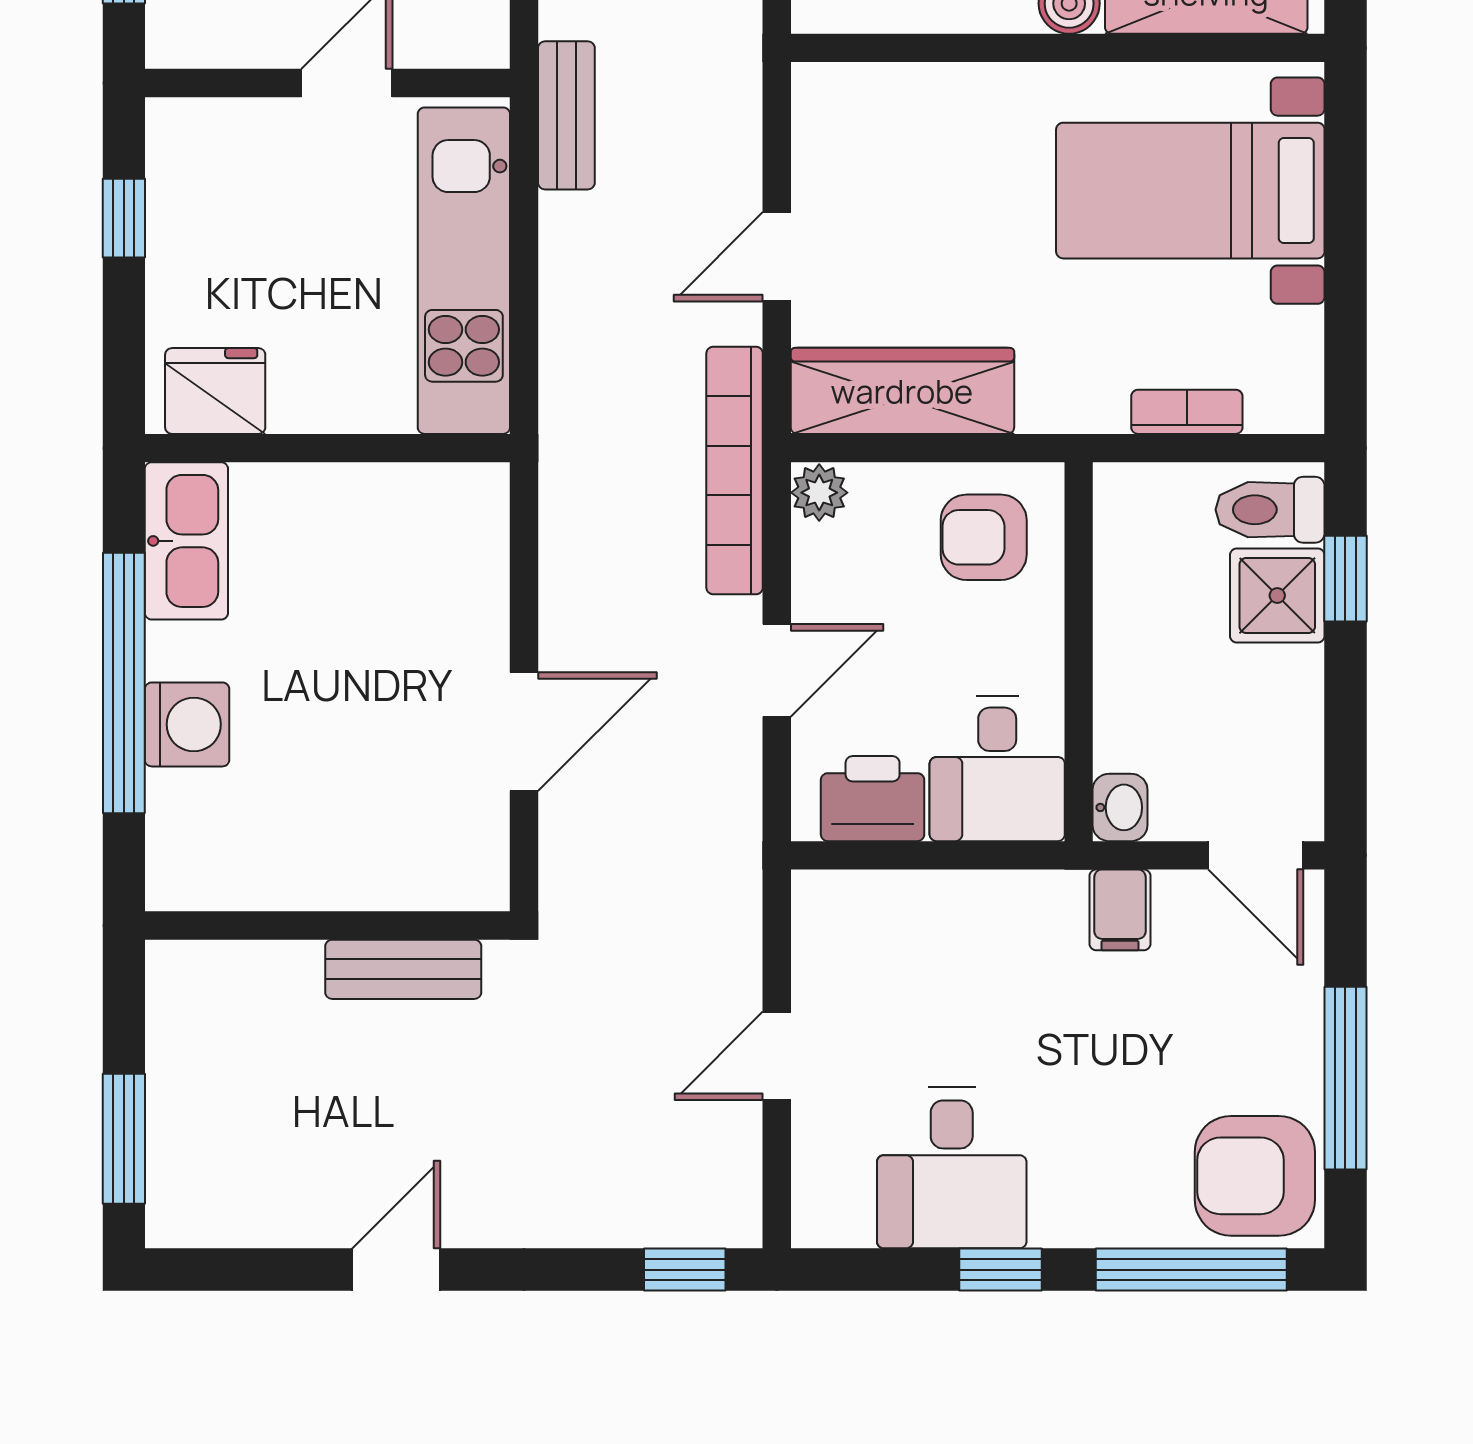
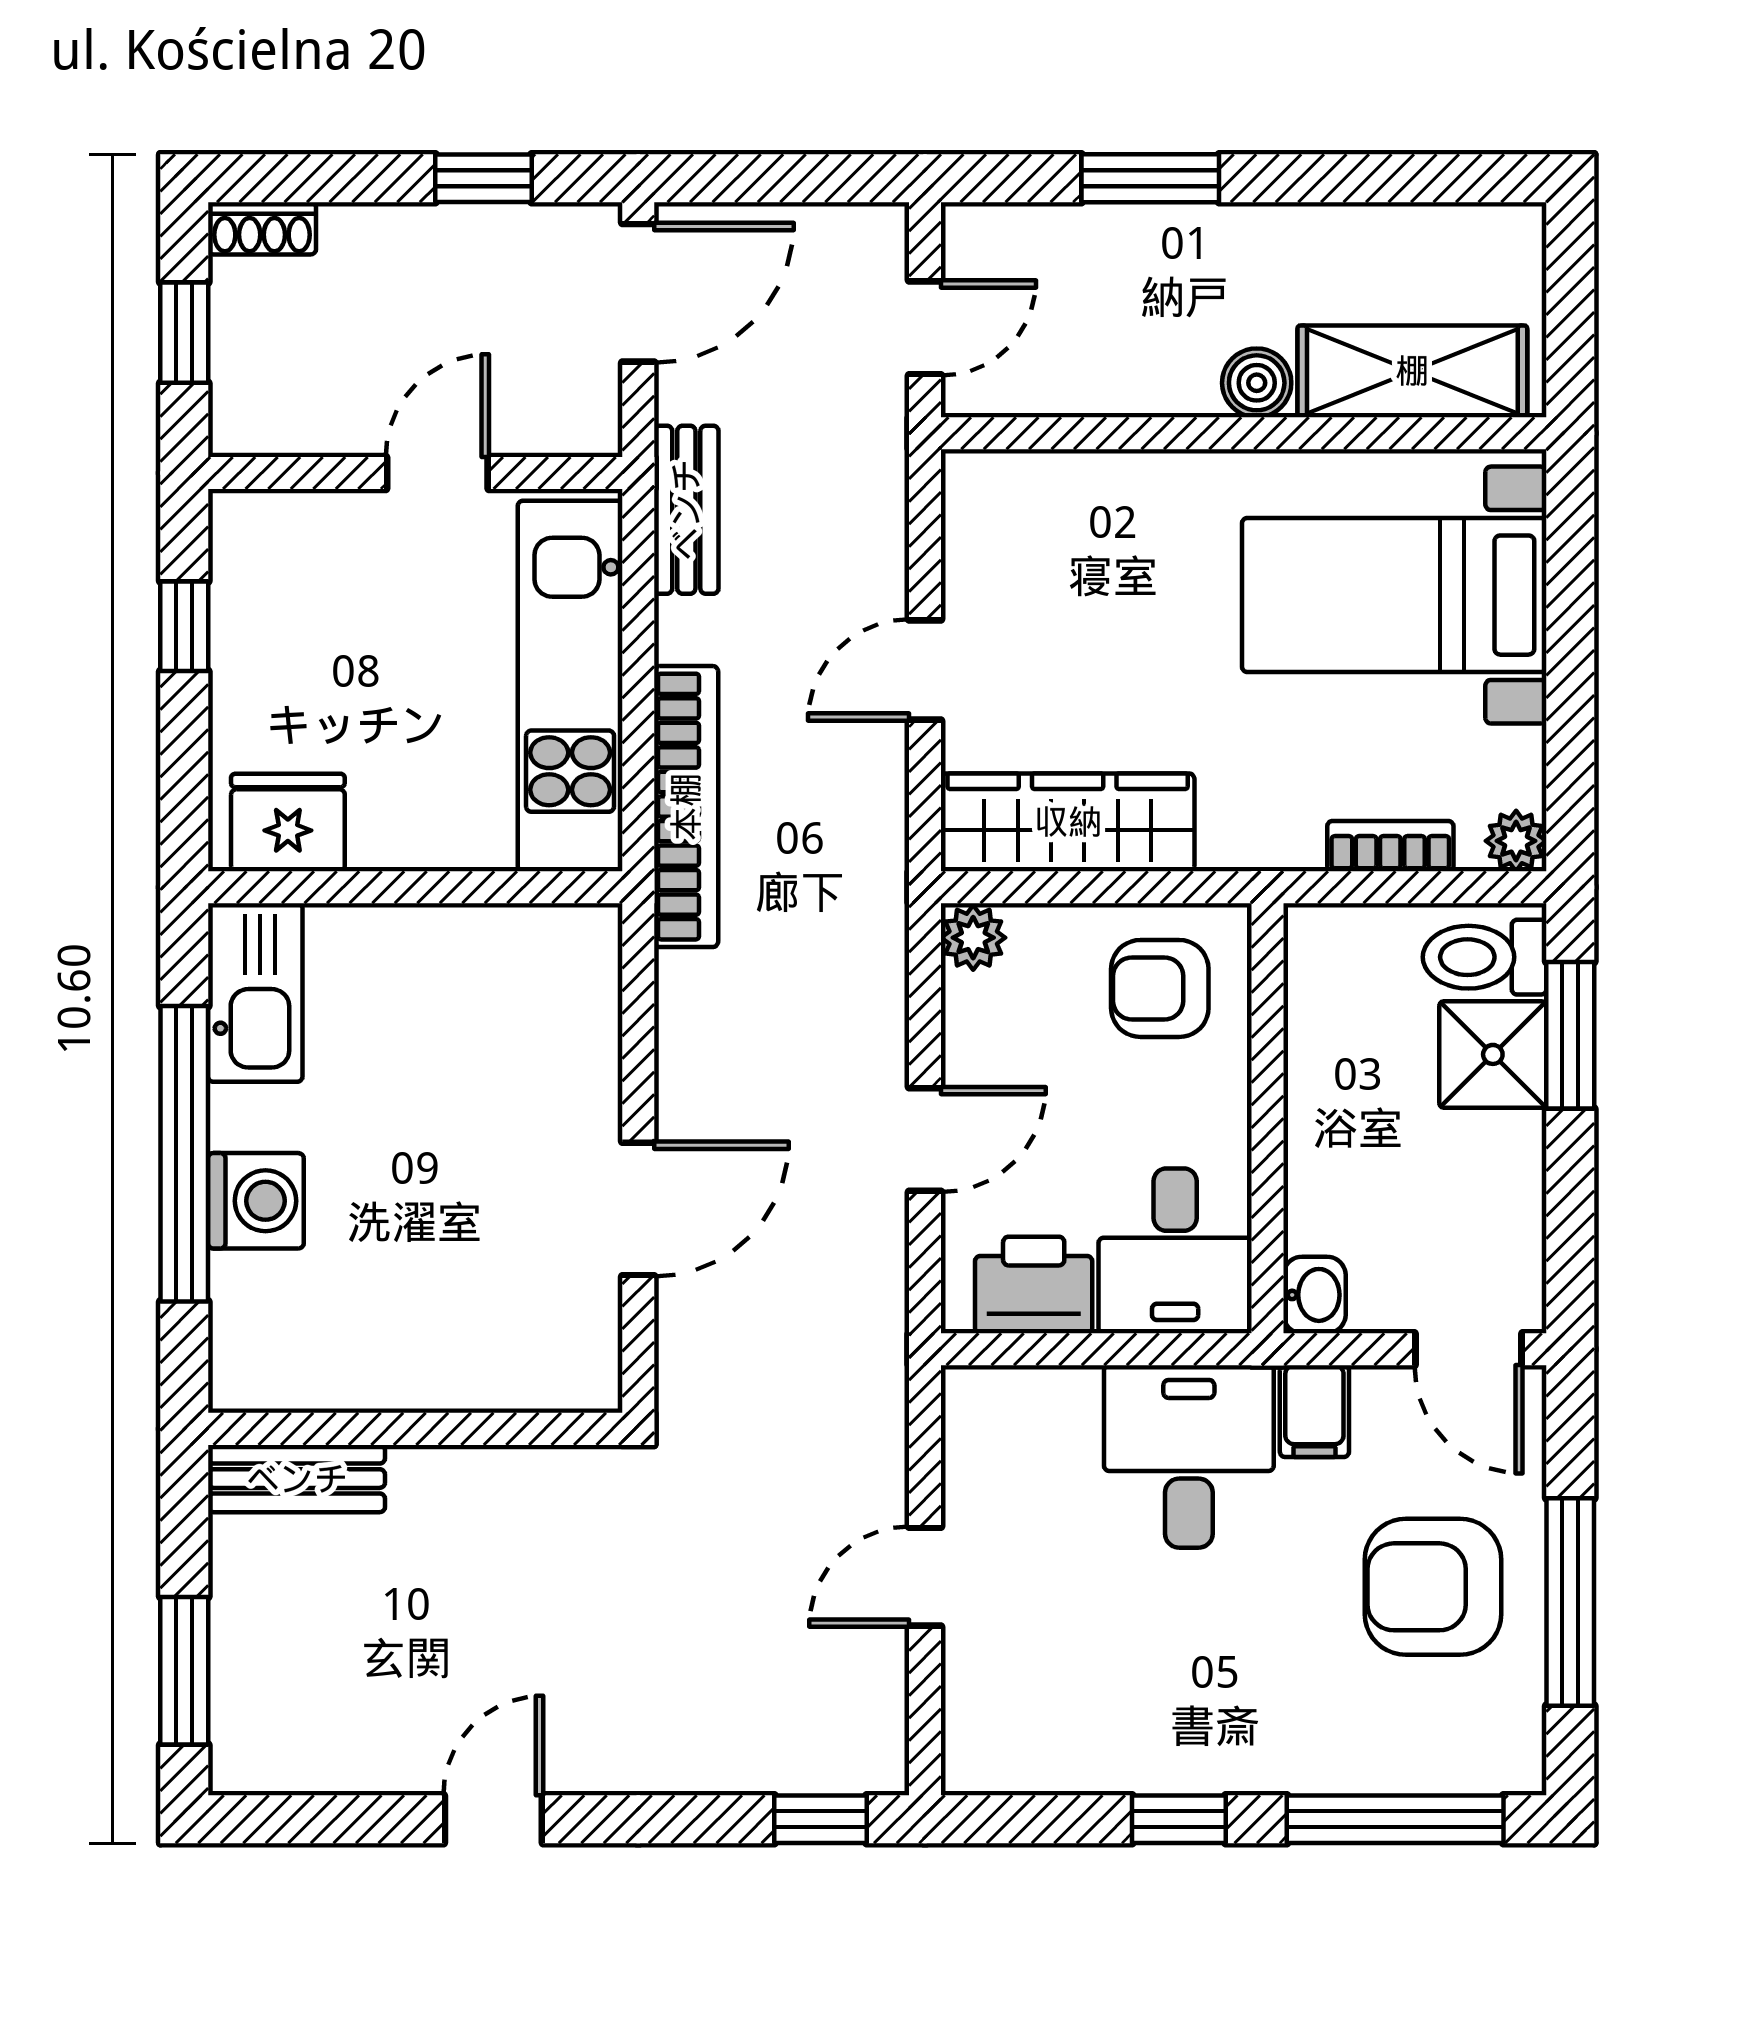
plant: (1298, 407) -> (1516, 841), added
bookcase: (735, 471) -> (686, 807), moved, turned 180
window: (1345, 579) -> (1570, 1035), width x1.50
bench: (403, 969) -> (297, 1479), moved
desk: (952, 1168) -> (1189, 1457), moved, turned 180
armchair: (1255, 1176) -> (1433, 1587), moved

